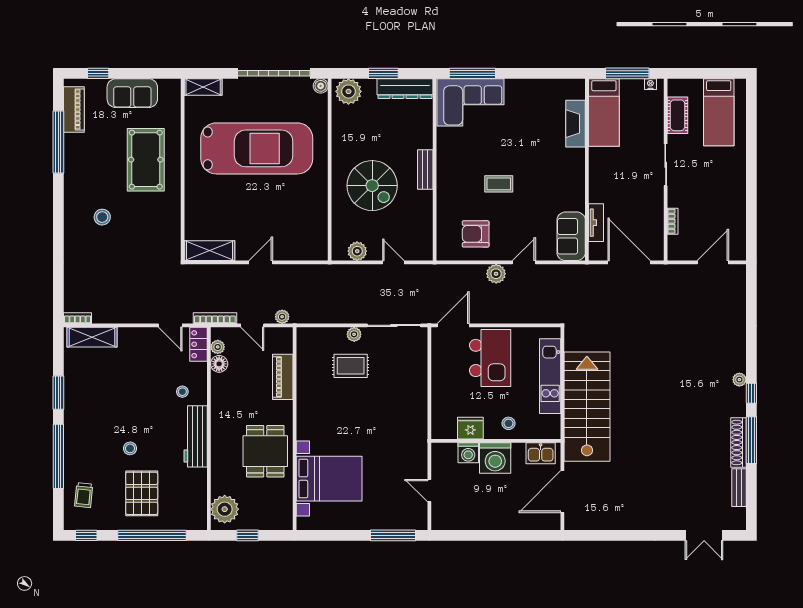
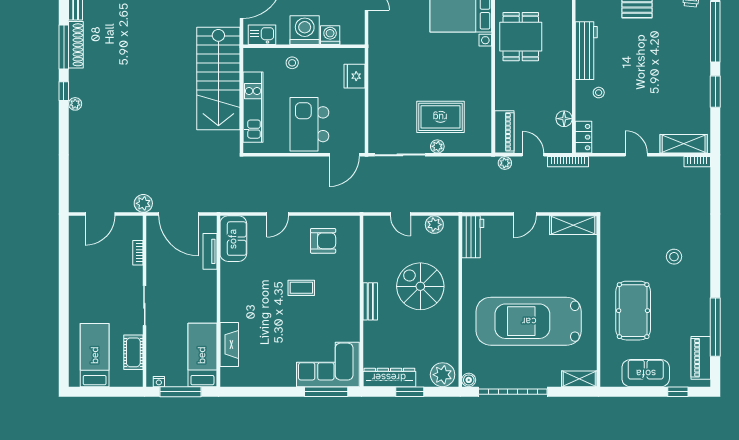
workbench: (316, 238) -> (473, 237), added
plant: (496, 274) -> (143, 203), moved
door: (170, 325) -> (636, 155), moved
plant: (218, 347) -> (566, 135), removed
rug: (351, 366) -> (440, 117), width x1.36, depth x1.43
piano: (283, 377) -> (504, 132), moved
fridge: (470, 428) -> (355, 76), moved, turned 90
stool: (130, 448) -> (648, 39), removed

